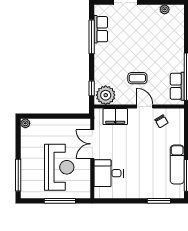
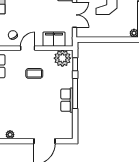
row of seats: (101, 29) -> (67, 100), moved
window: (92, 37) -> (75, 94), moved
door: (145, 107) -> (28, 48), swing flipped

